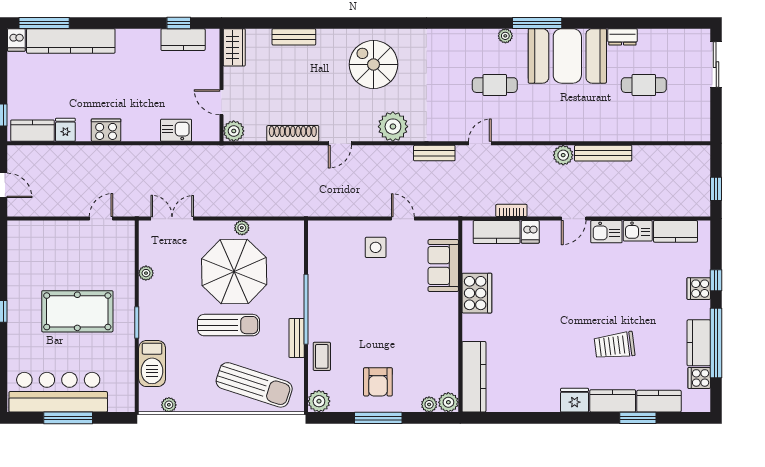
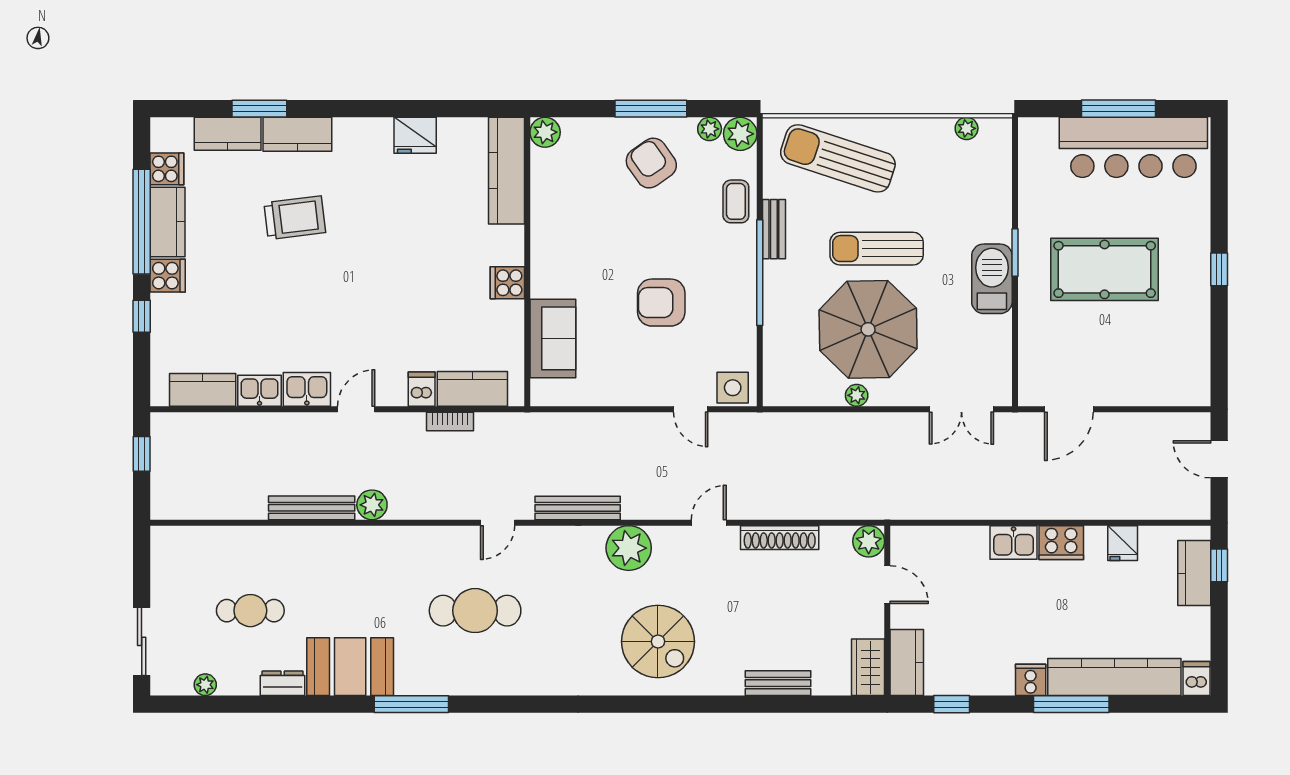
window: (44, 23) -> (1071, 704), moved
plant: (505, 36) -> (205, 685), moved
cooker: (126, 39) -> (1031, 680), added
kitchen counter: (183, 40) -> (907, 662), moved, turned 90
booth: (567, 56) -> (350, 667), width x0.73, depth x0.70
cafe table: (495, 85) -> (475, 611), width x1.37, depth x1.35
kitchen sink: (176, 130) -> (1014, 542), moved
kitchen counter: (32, 131) -> (1194, 573), moved, turned 90
bench: (434, 153) -> (578, 508), width x1.36
door: (101, 219) -> (1069, 409), width x1.38
door: (403, 219) -> (691, 409), moved
side table: (376, 247) -> (733, 388), moved
plant: (146, 273) -> (1001, 327), removed
armchair: (371, 289) -> (661, 303), added
cooker: (699, 289) -> (168, 276), moved
cooker: (477, 293) -> (507, 283), width x0.53, depth x0.76
barbecue: (152, 364) -> (992, 279), moved
armchair: (378, 382) -> (651, 163), turned -35
fridge: (575, 400) -> (415, 135), moved
plant: (429, 404) -> (710, 129), moved

